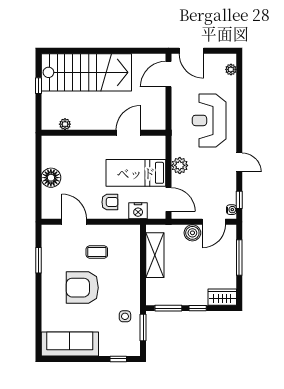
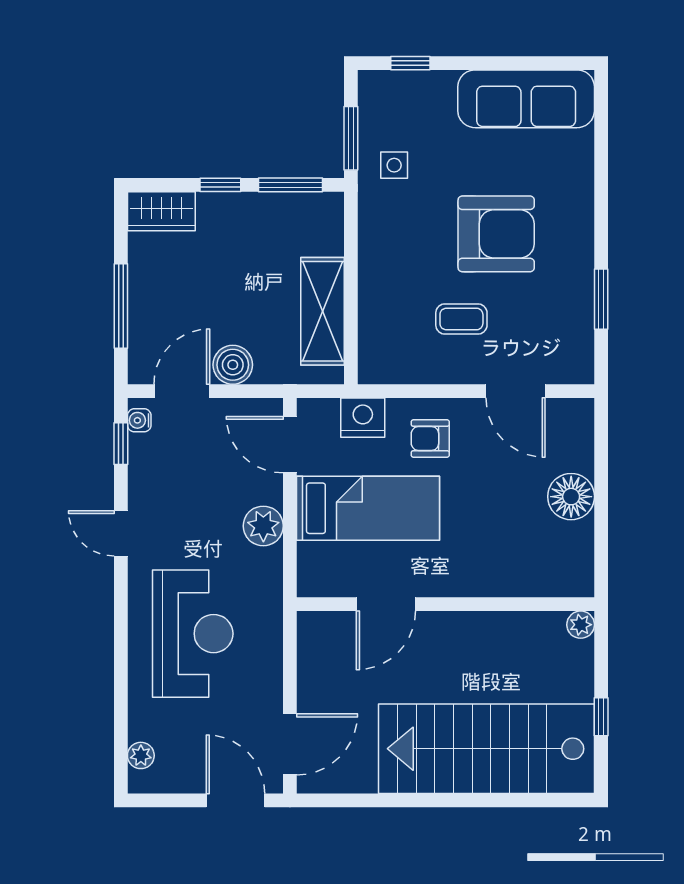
plant: (65, 124) -> (581, 625), moved

